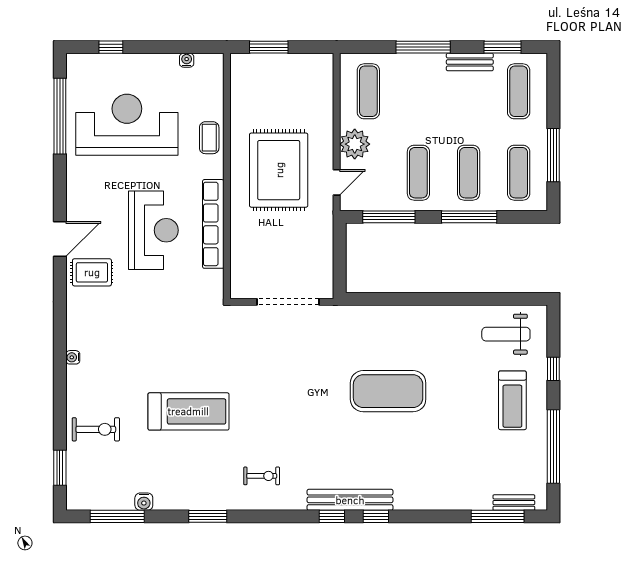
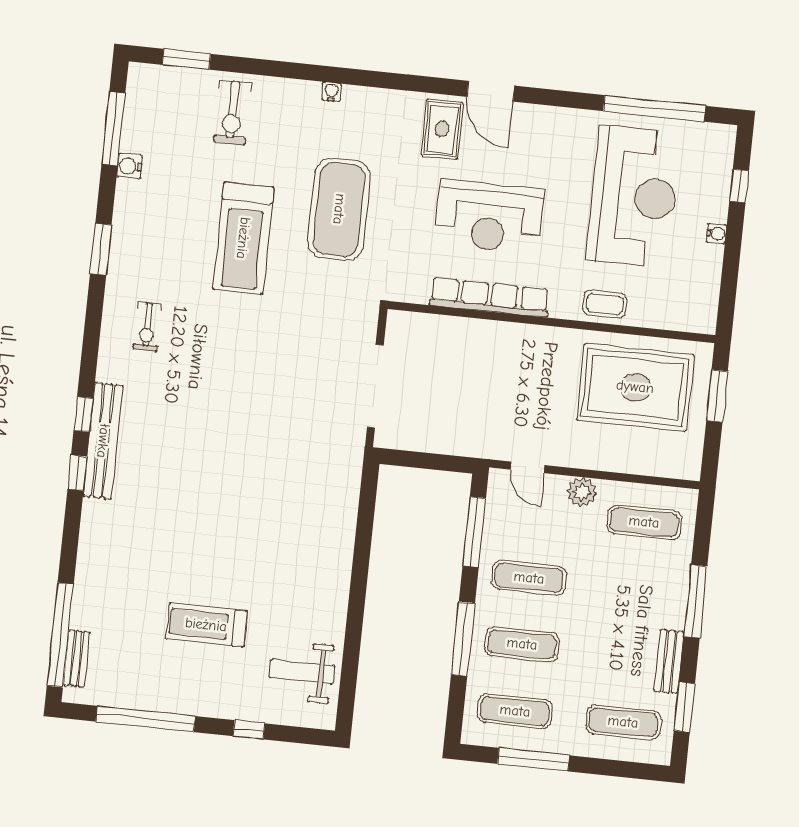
water cooler: (187, 60) -> (716, 234), moved
plant: (355, 144) -> (582, 492), width x0.73, depth x0.73
rug: (279, 170) -> (635, 387), moved
weight bench: (506, 334) -> (302, 672), turned -90
exercise mat: (388, 391) -> (339, 209), moved
treadmill: (512, 400) -> (206, 625), moved
window: (498, 516) -> (60, 635), width x1.46

